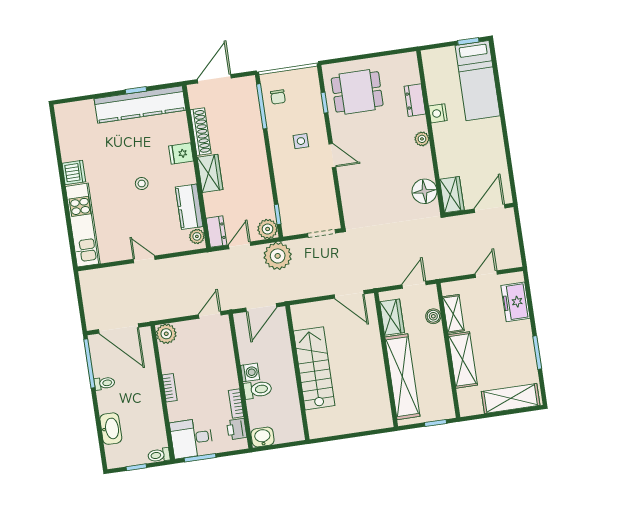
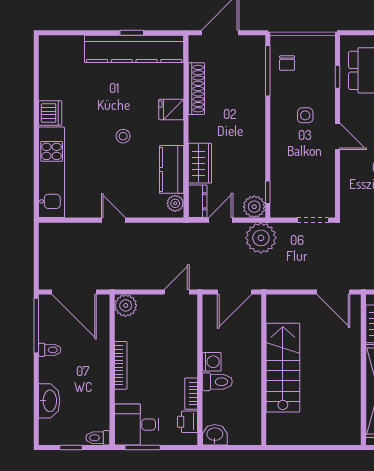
wardrobe: (210, 173) -> (200, 163), moved
bookcase: (170, 388) -> (121, 365), width x1.56

